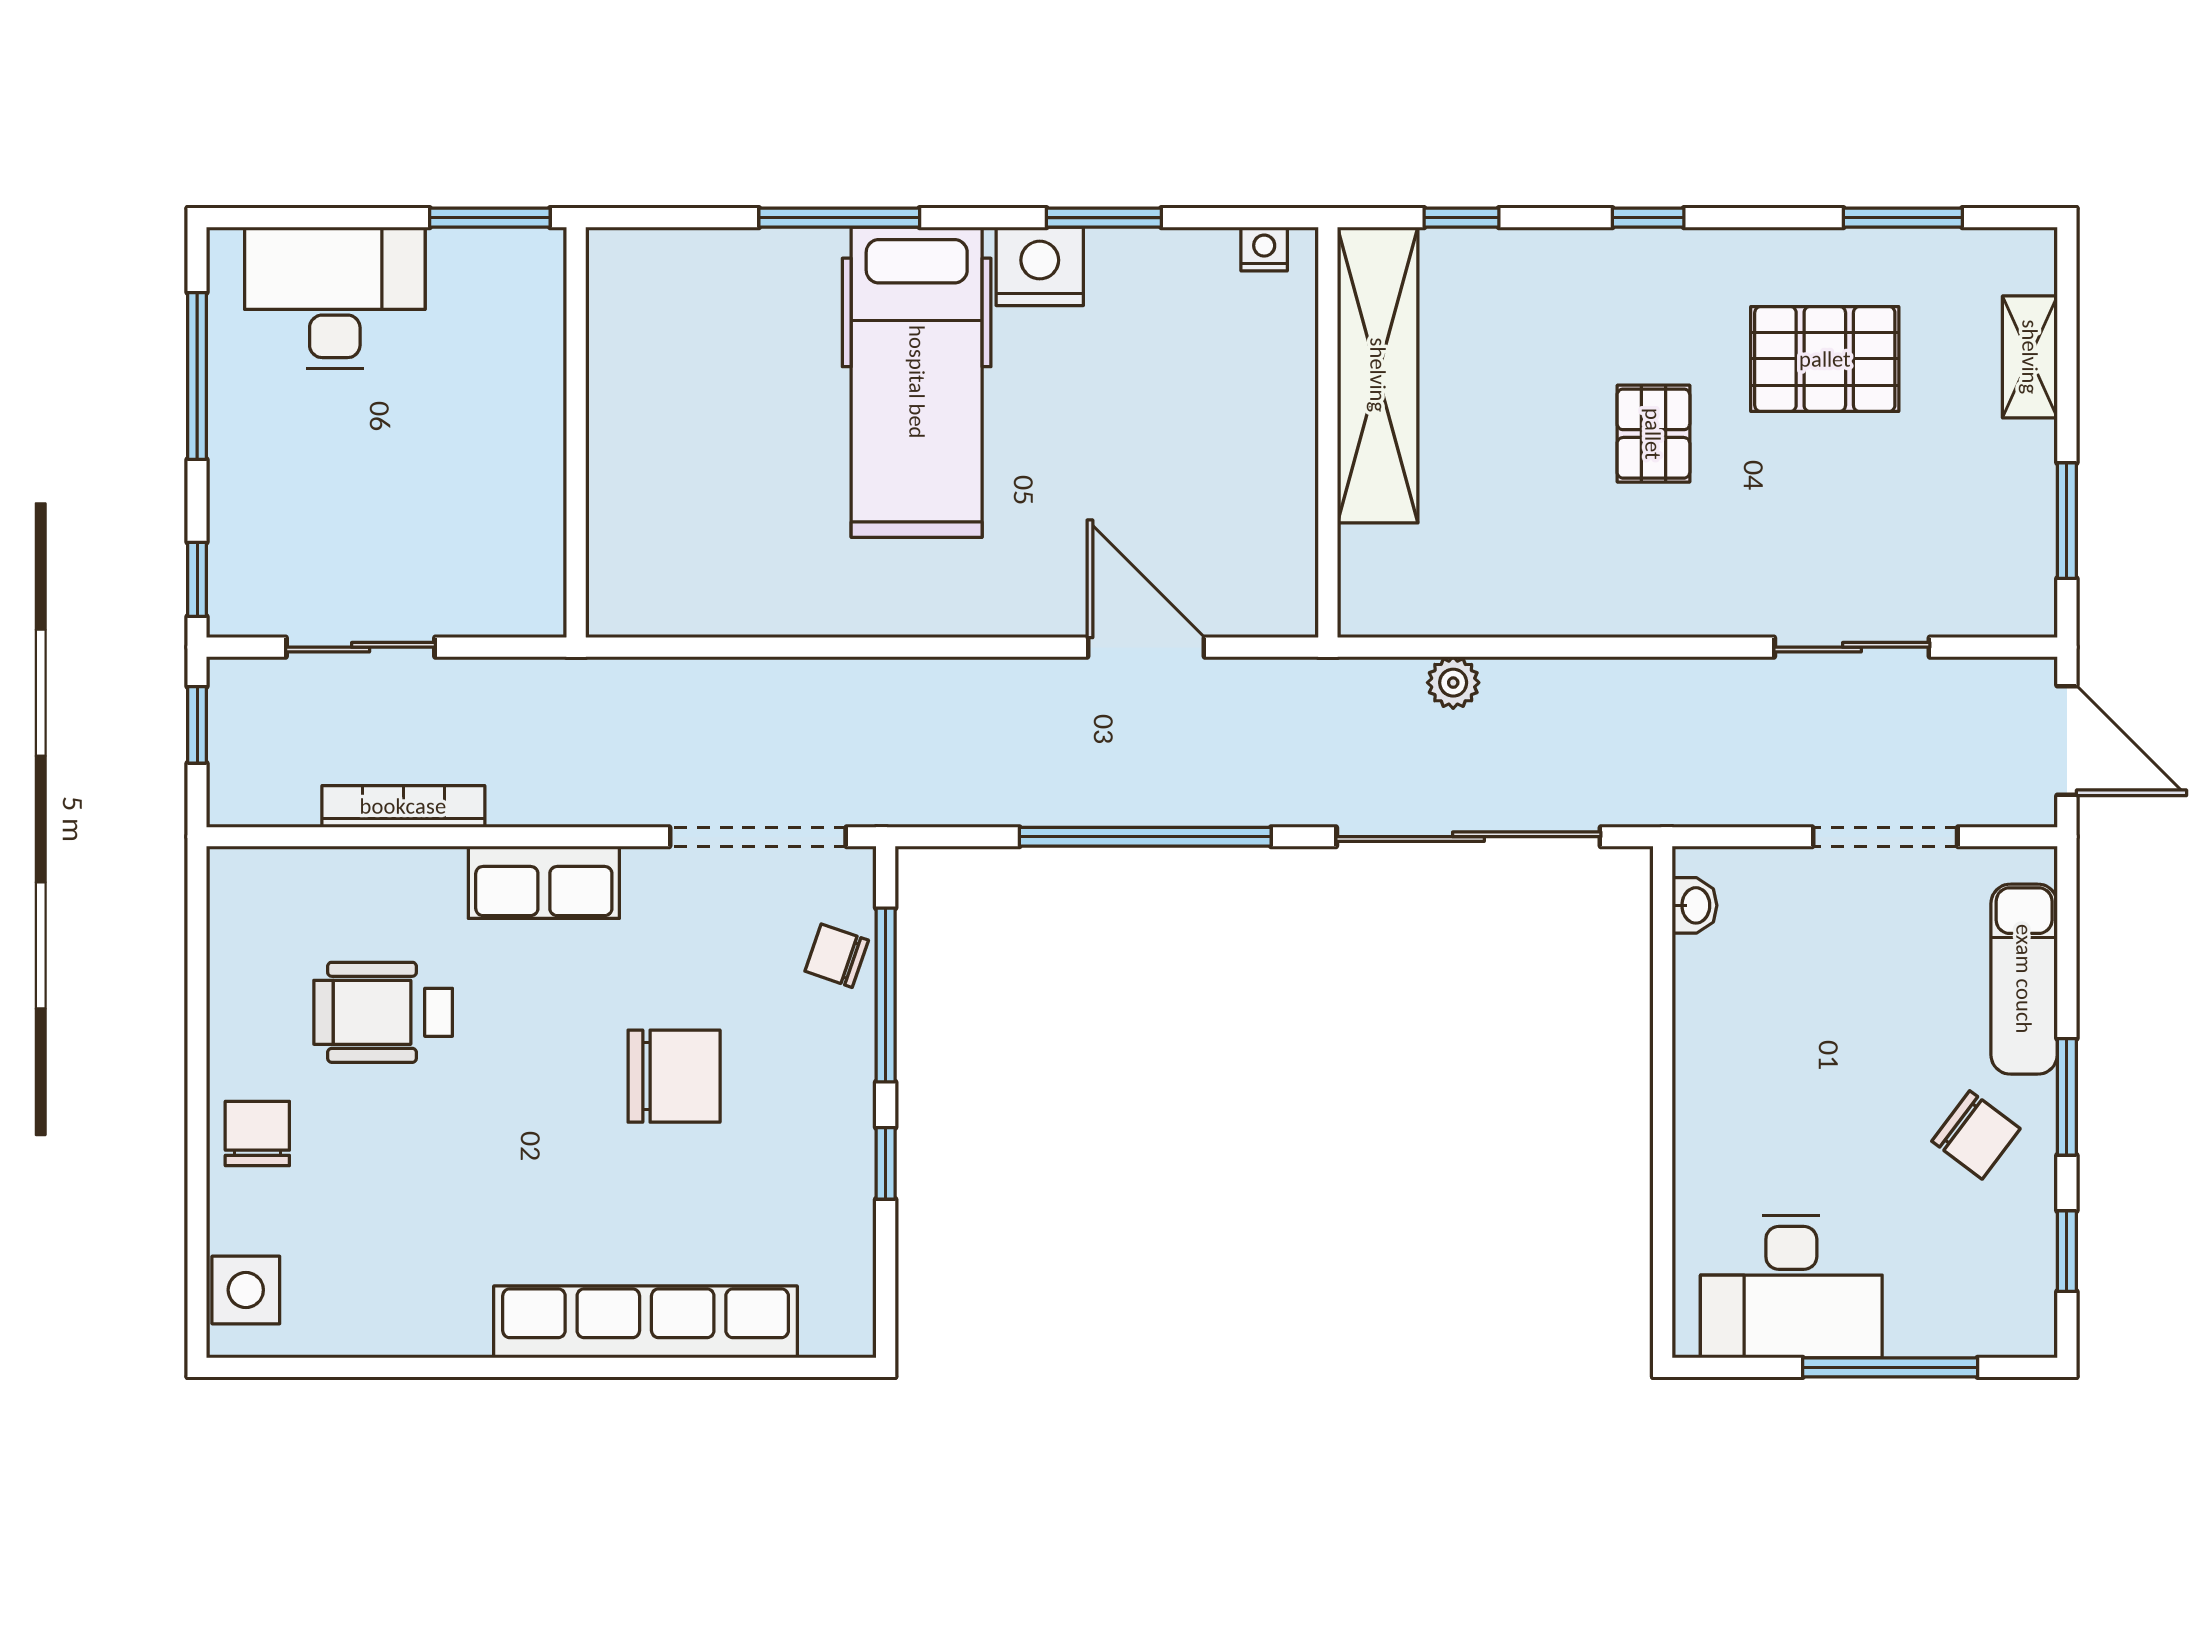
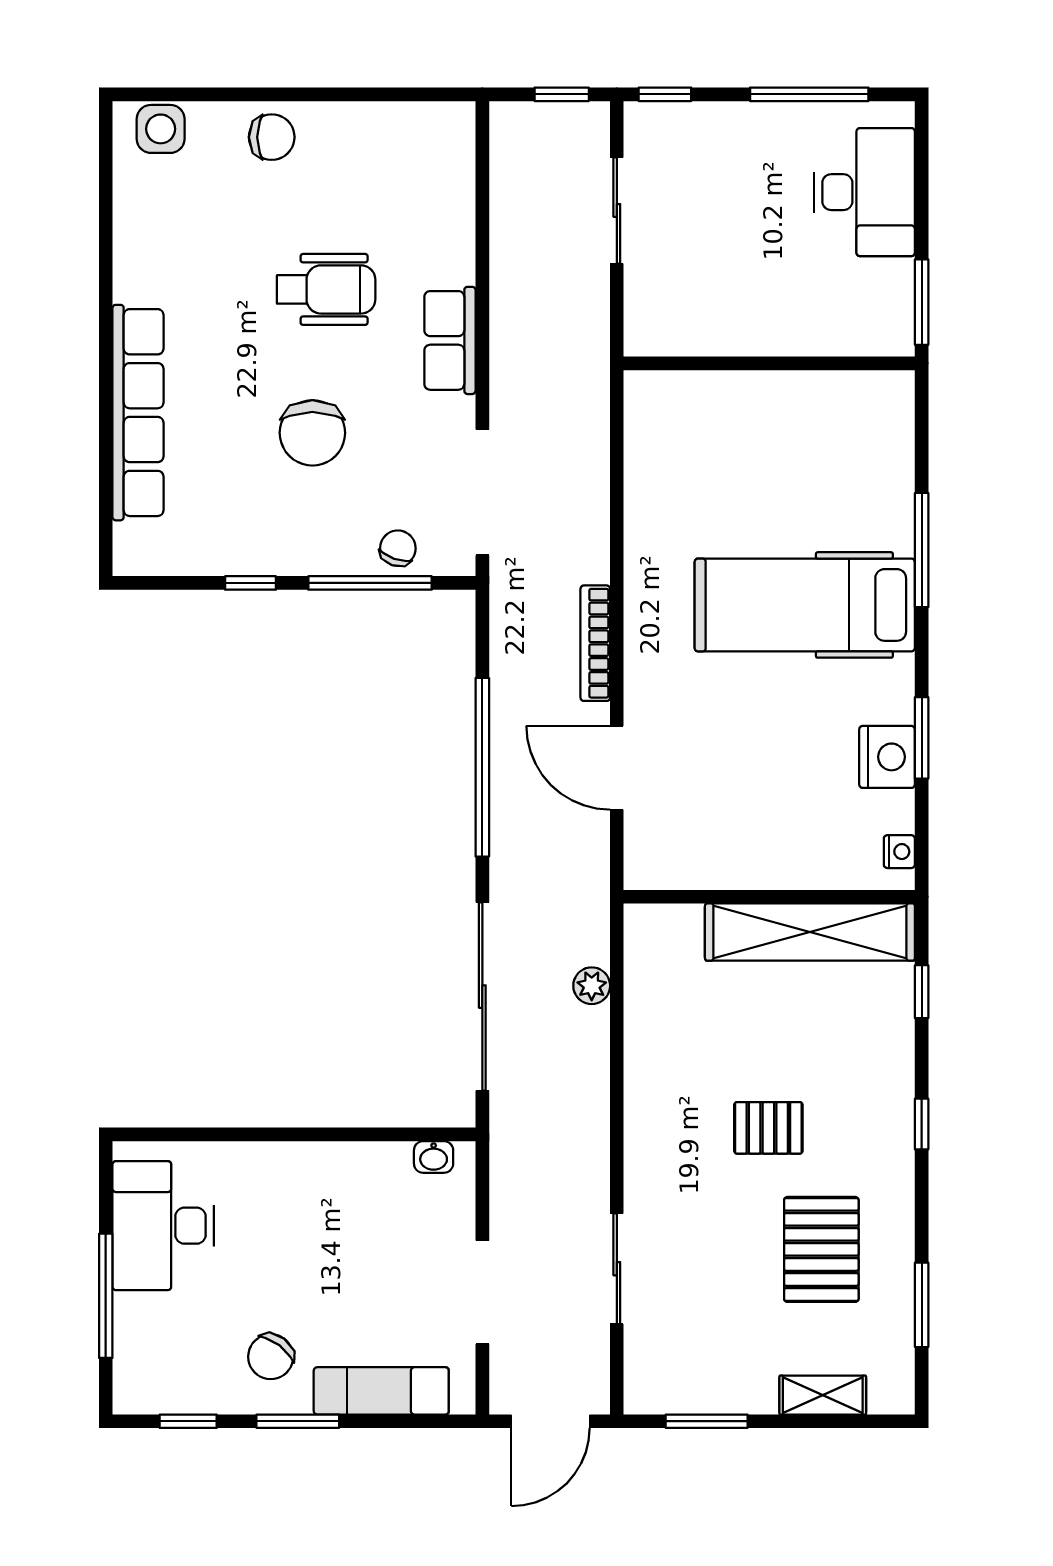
nightstand: (1040, 266) -> (887, 757), moved
door: (1146, 647) -> (617, 768), swing flipped
bookcase: (403, 806) -> (595, 643), moved, turned 180
wheelchair: (383, 1012) -> (326, 289), moved, turned 90

